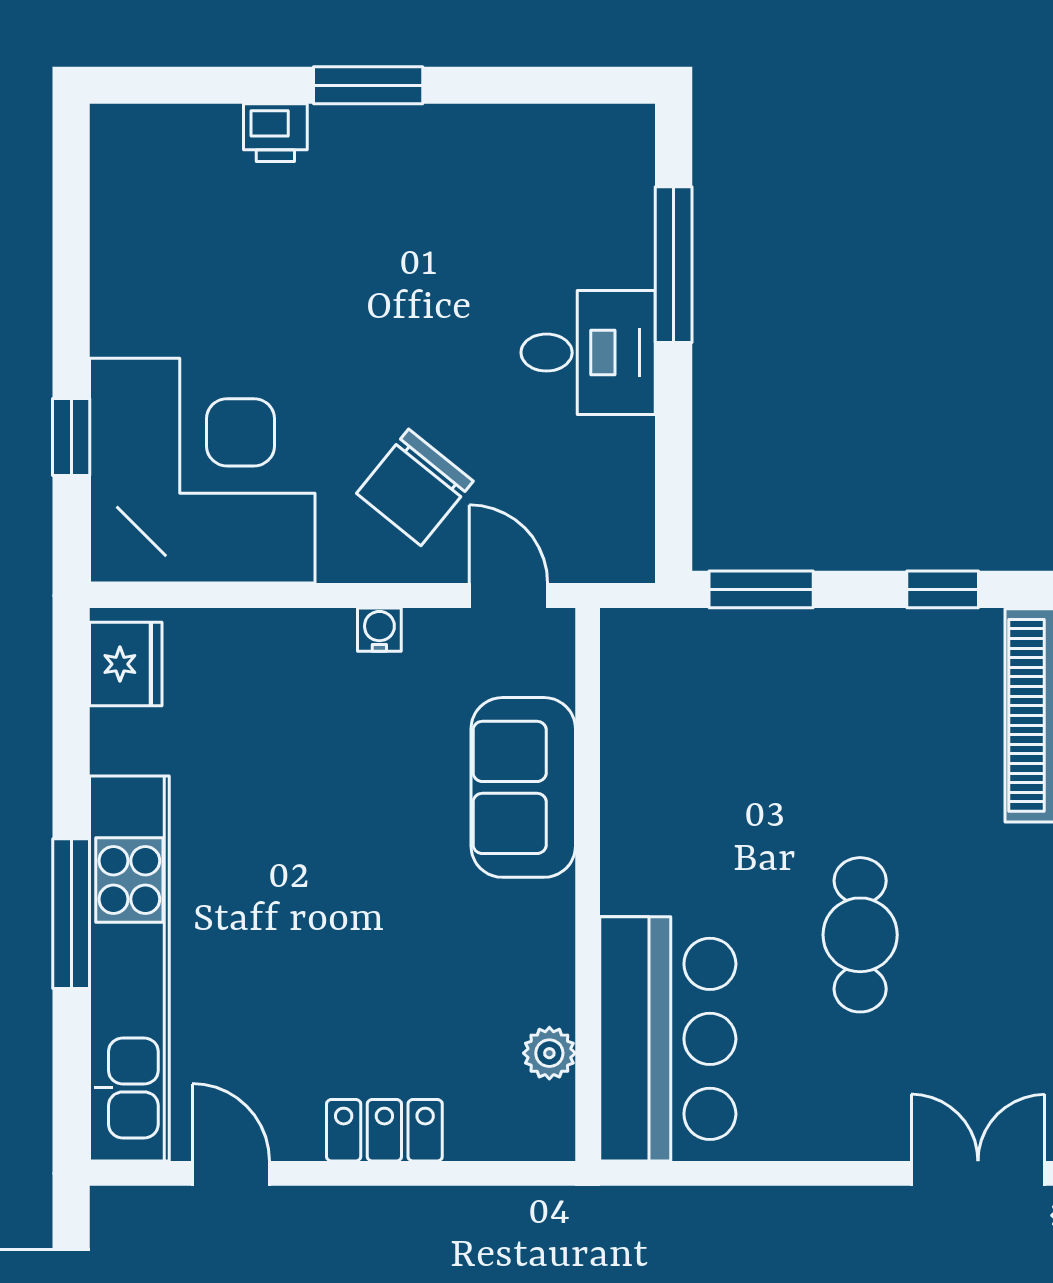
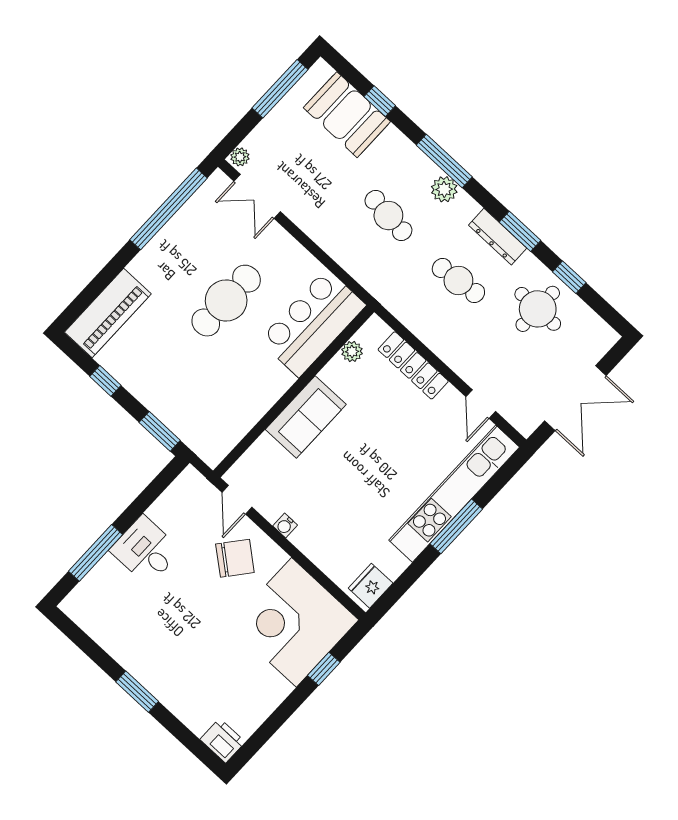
printer: (275, 133) -> (223, 741), moved, width x1.36, depth x1.24
sofa: (523, 787) -> (306, 417), moved
cafe table: (860, 935) -> (226, 301), width x1.37, depth x1.35
locker: (384, 1130) -> (413, 365), width x1.53

